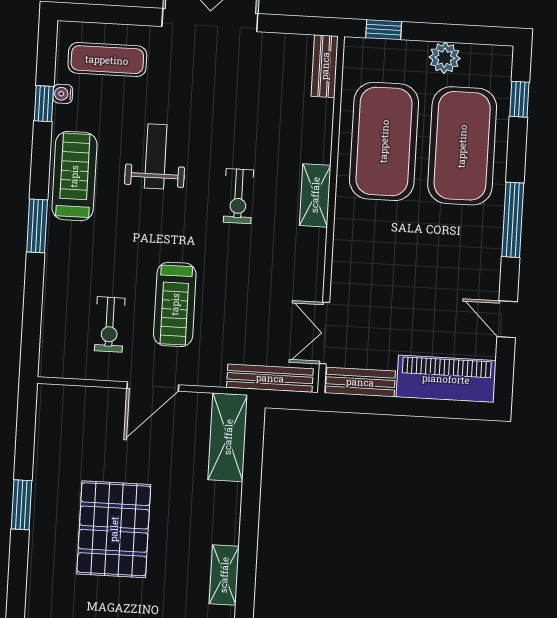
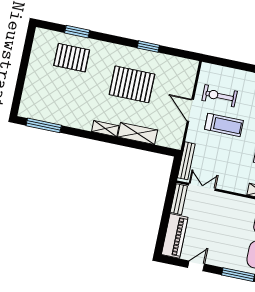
treadmill: (175, 304) -> (224, 125), turned 180
exercise bike: (110, 324) -> (220, 96), width x1.38, depth x1.39
shelving: (228, 437) -> (138, 134), moved

